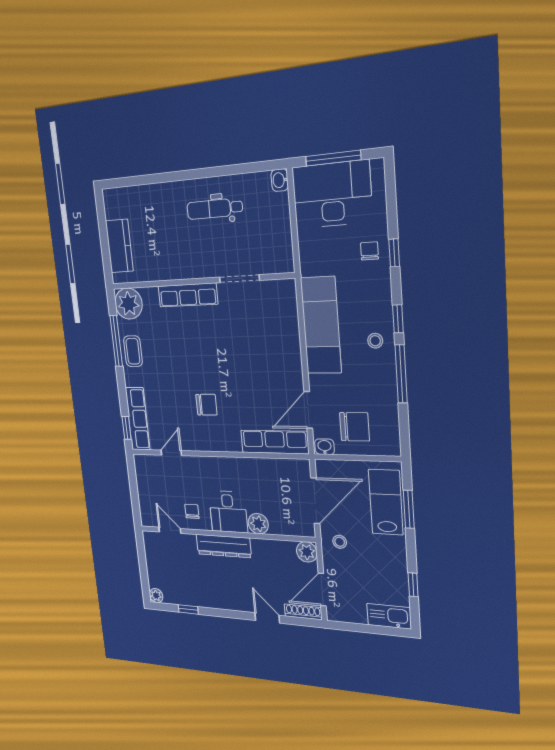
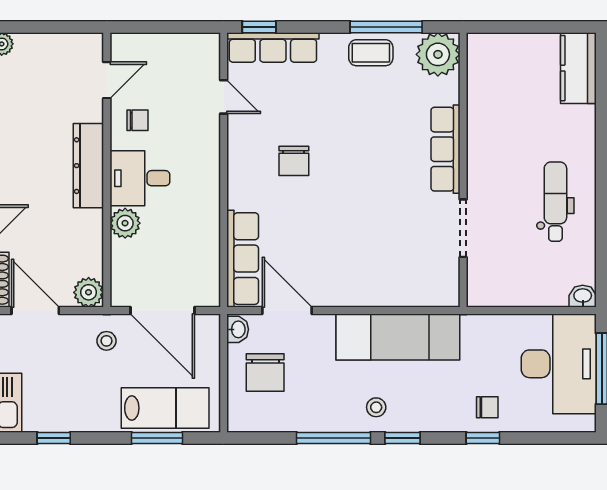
kitchen counter: (119, 246) -> (578, 68), moved, turned 90

